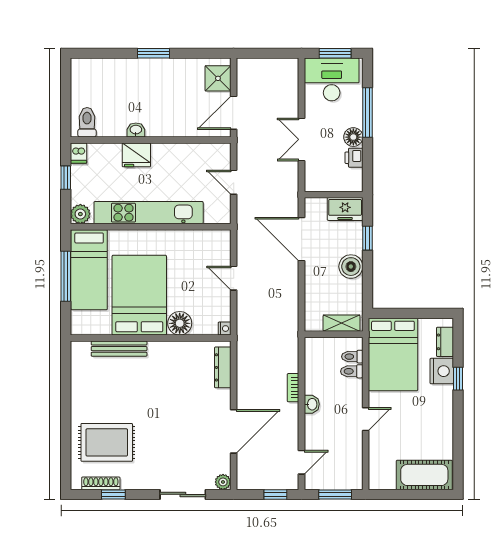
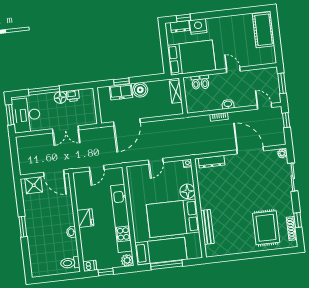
fridge: (136, 155) -> (85, 218), moved
freezer: (345, 209) -> (121, 92), moved, turned 90
window: (458, 379) -> (183, 18), moved

